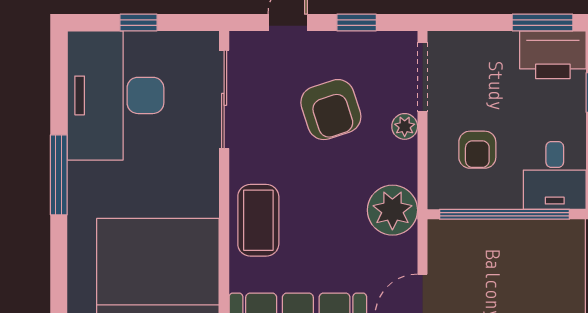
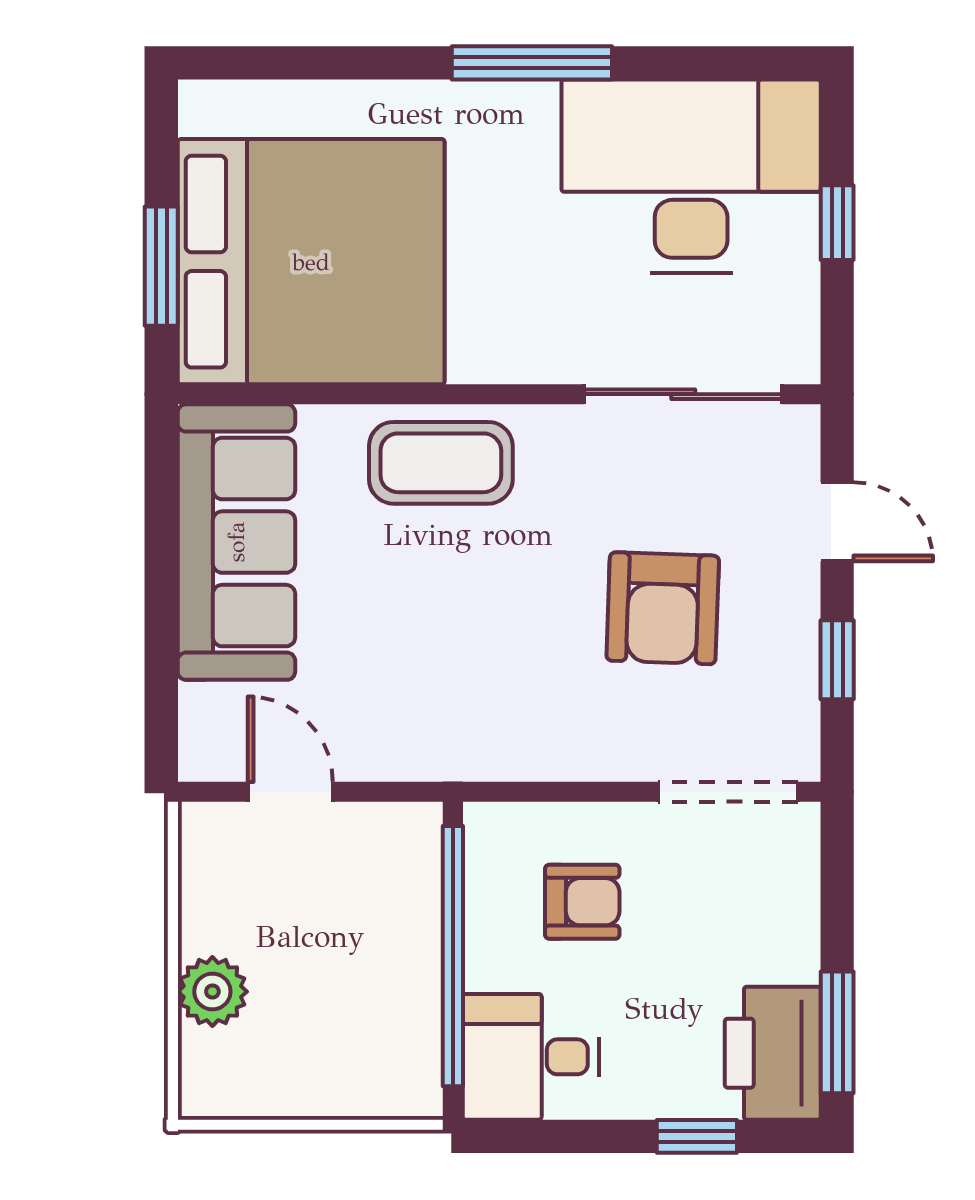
armchair: (331, 110) -> (663, 608), turned -70
plant: (405, 126) -> (629, 756), removed
armchair: (477, 150) -> (582, 902), turned 180
plant: (392, 210) -> (461, 732), removed

